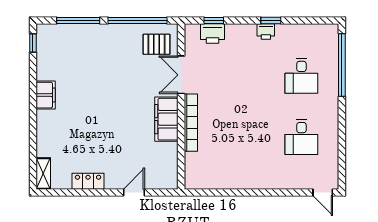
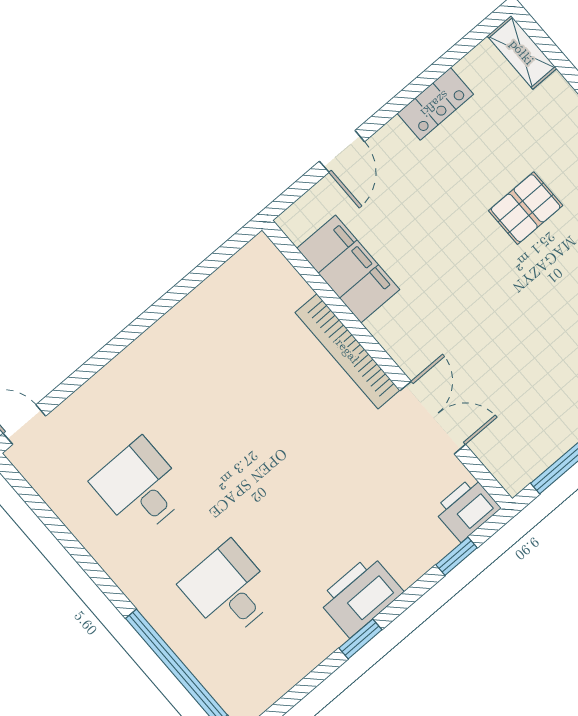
printer: (266, 31) -> (360, 596), width x1.87, depth x1.48
printer: (212, 34) -> (467, 509), moved
pallet: (157, 44) -> (526, 208), moved
filing cabinet: (166, 119) -> (348, 269), moved

